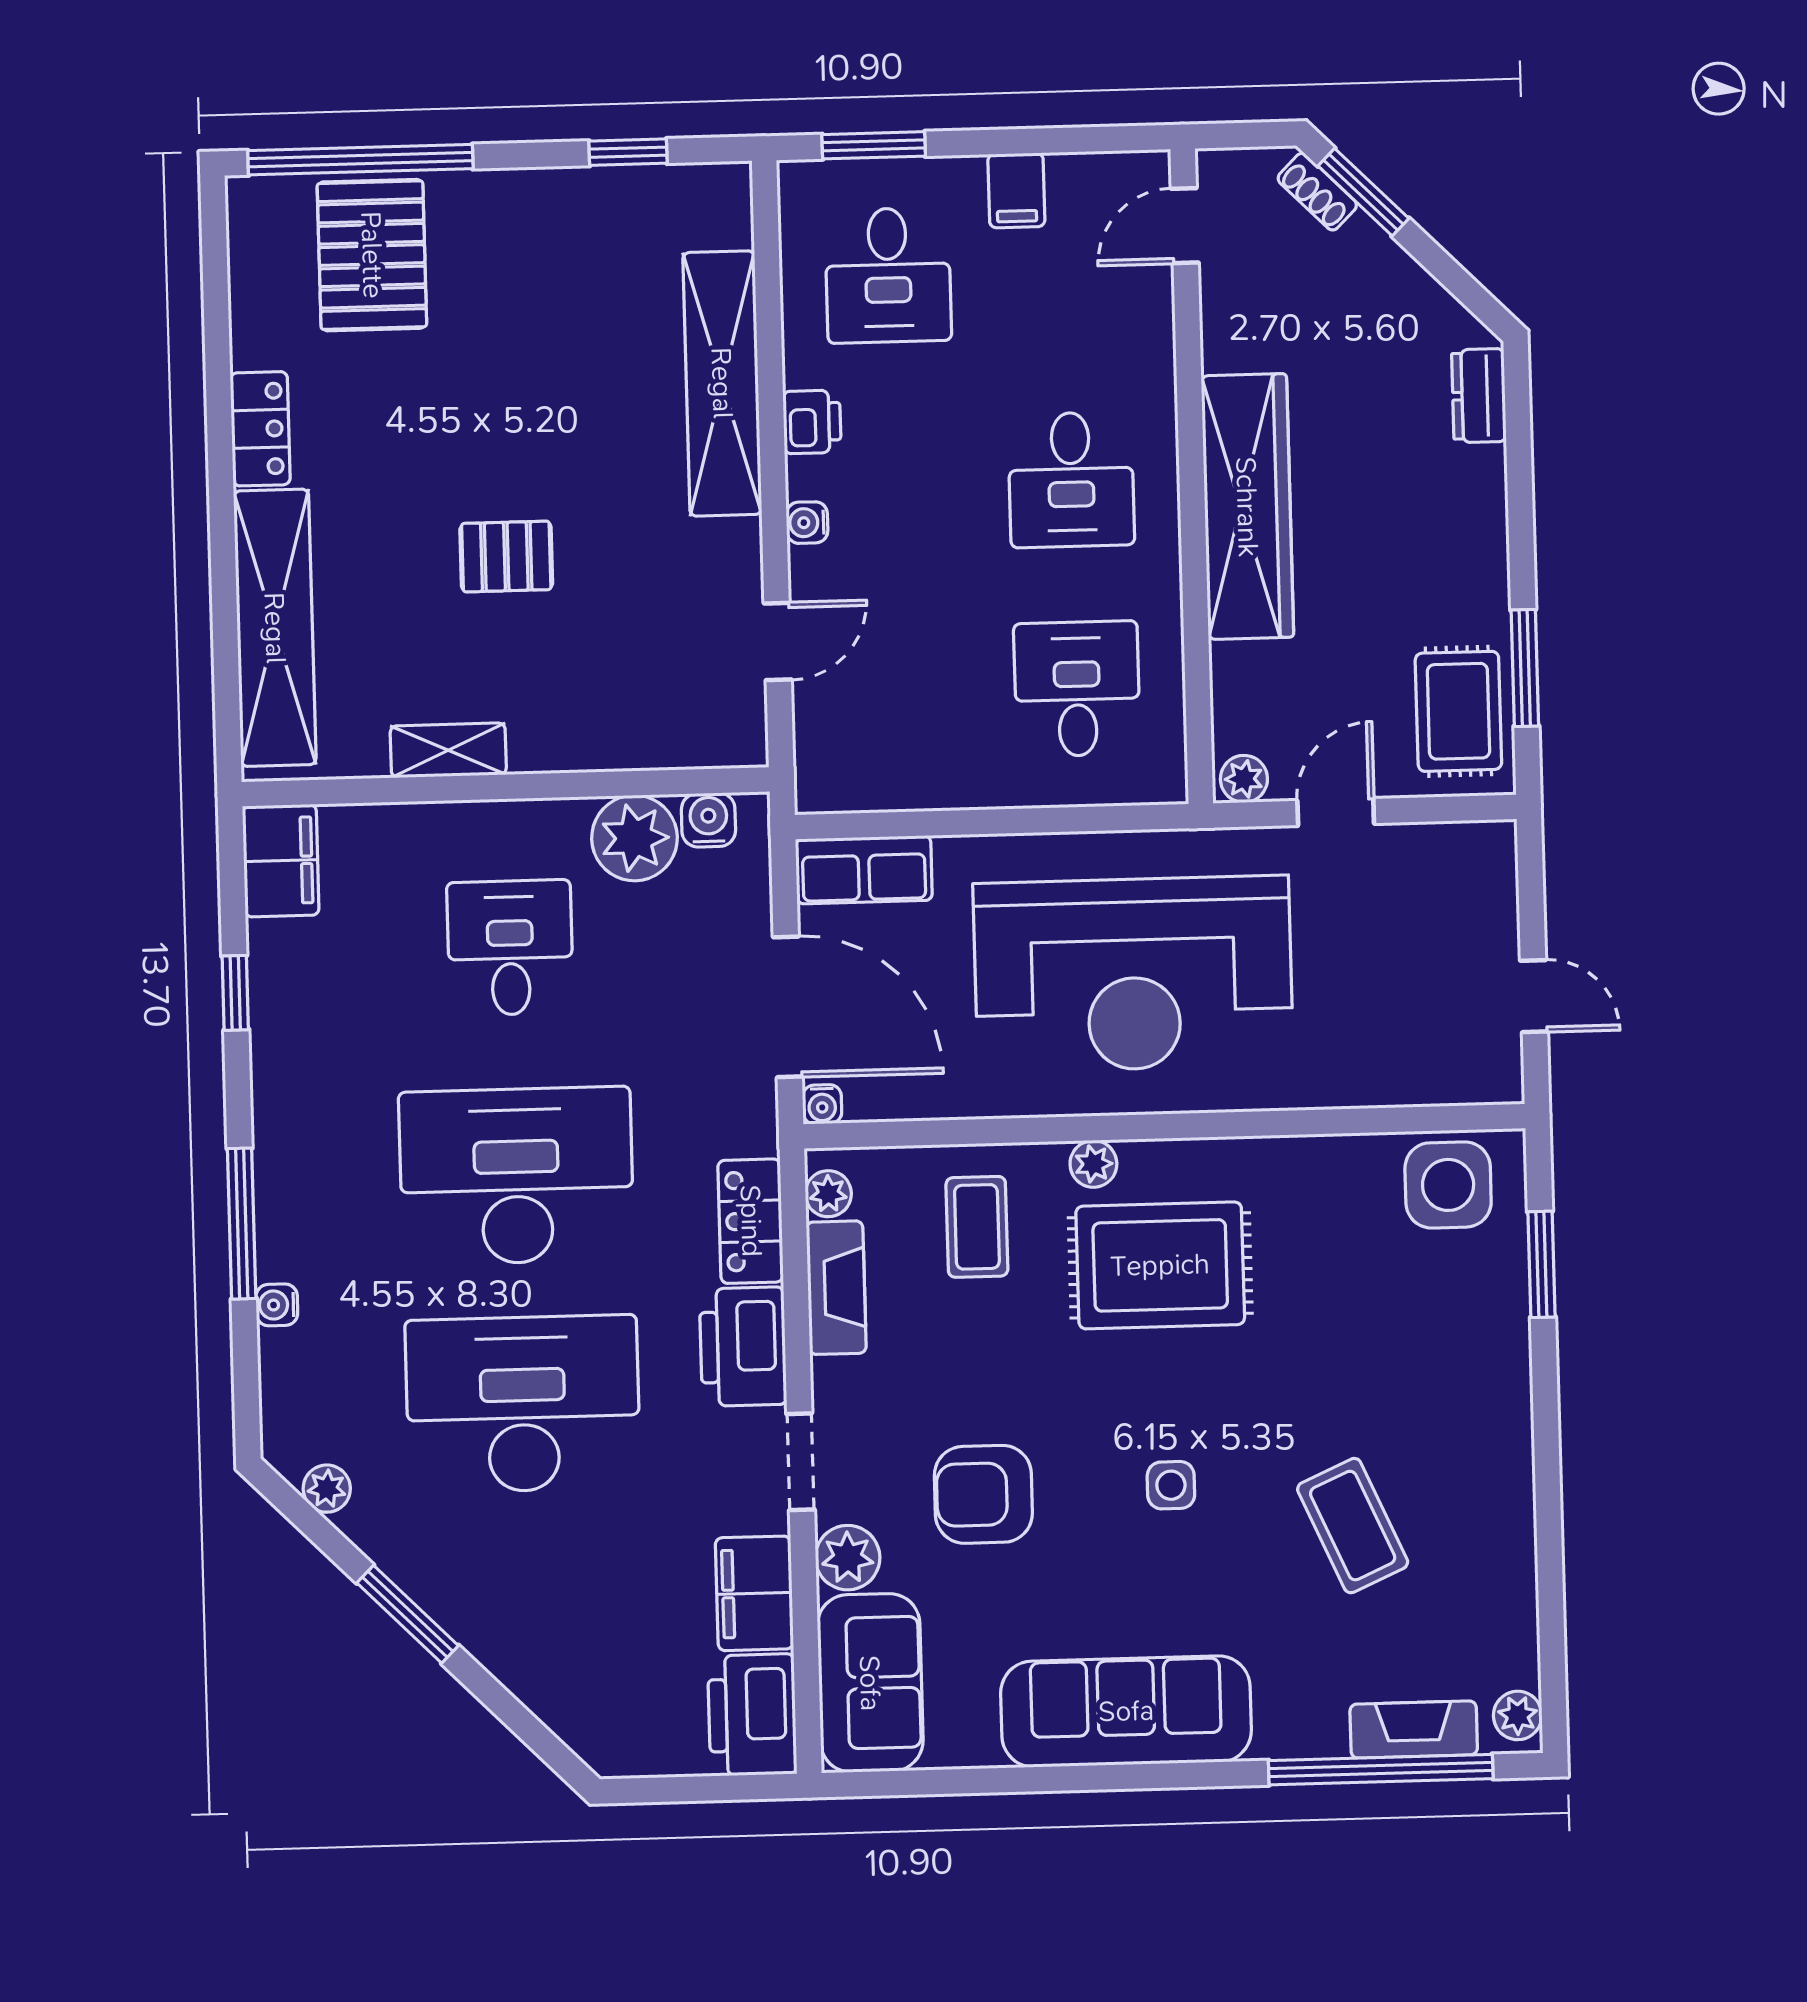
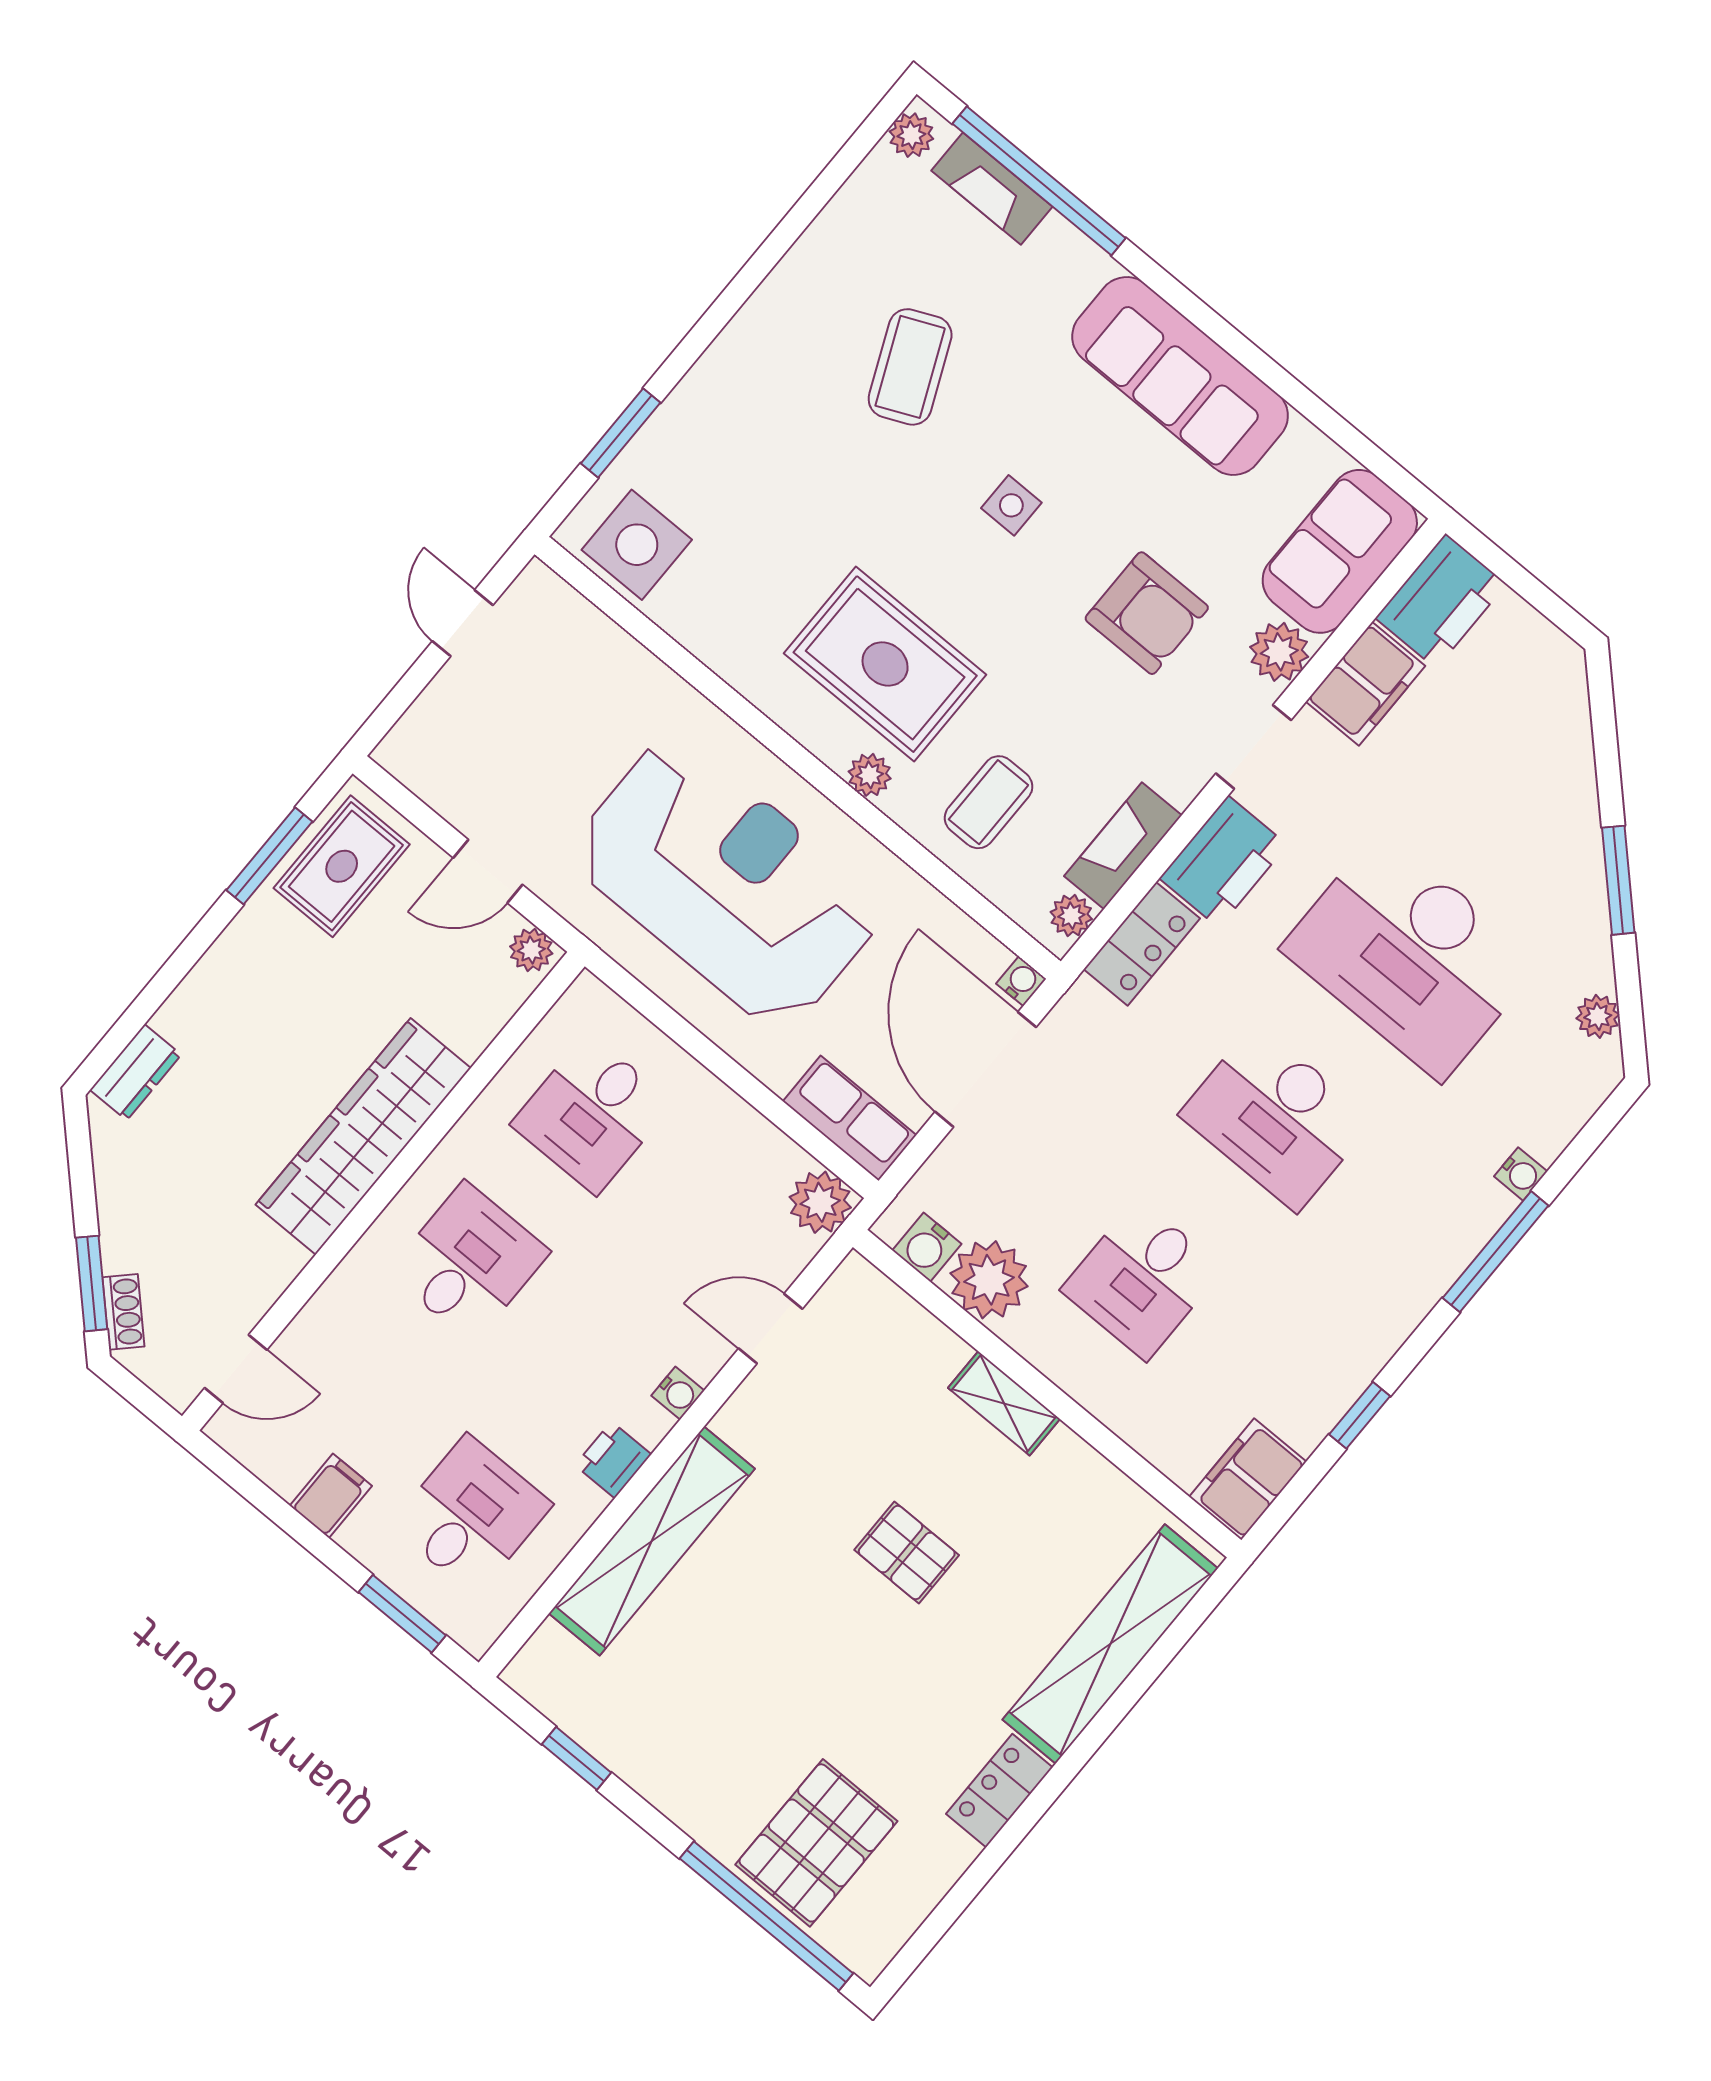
shelving: (448, 750) -> (1004, 1403), moved
plant: (828, 780) -> (820, 1202), added
desk: (516, 1176) -> (1276, 1118), width x0.73, depth x0.77

